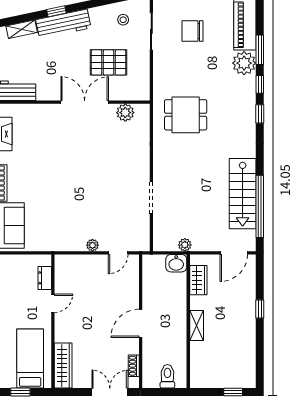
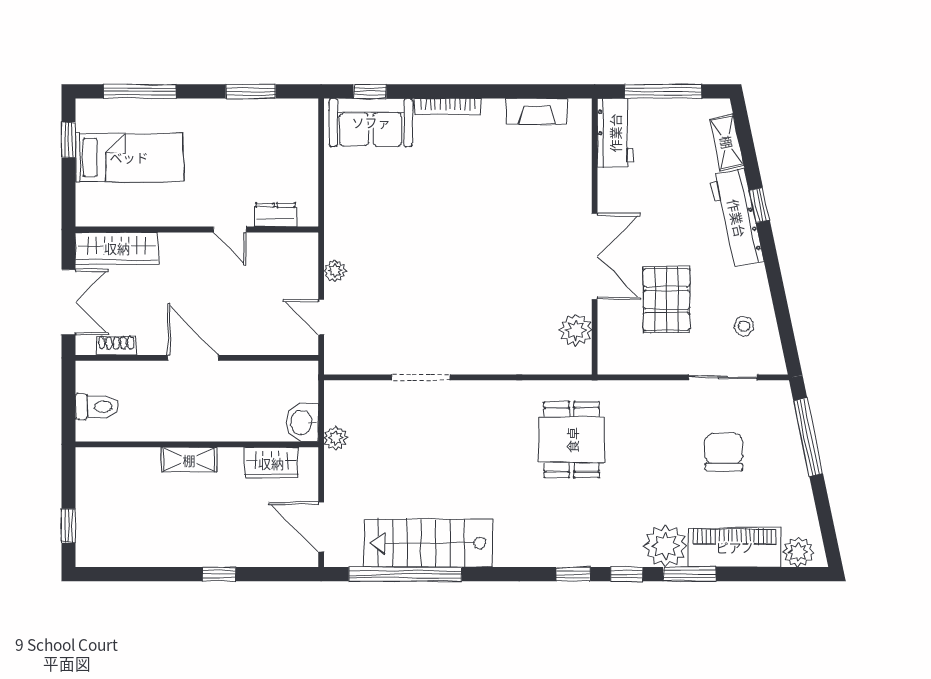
dresser: (45, 278) -> (275, 215), moved
door: (53, 303) -> (230, 229), moved
wall: (53, 321) -> (197, 229), moved
wardrobe: (63, 366) -> (117, 248), moved

